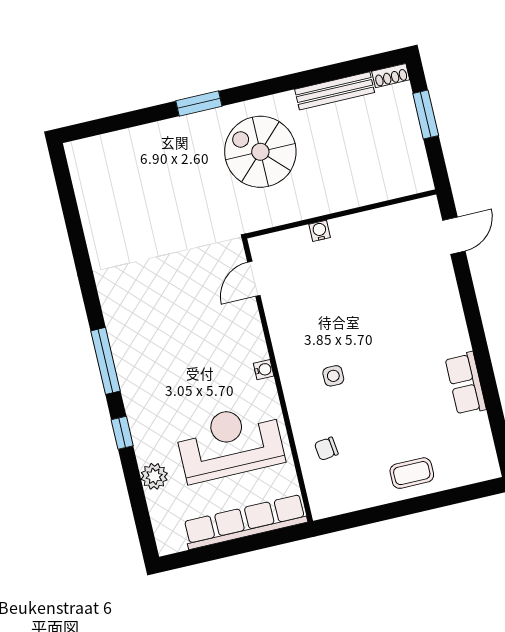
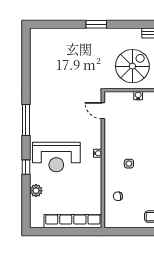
spiral stairs: (260, 152) -> (132, 66), moved, turned 90
door: (254, 279) -> (103, 111), hinge flipped
window: (106, 361) -> (26, 120), moved
reception desk: (230, 443) -> (56, 157), moved, turned 180

